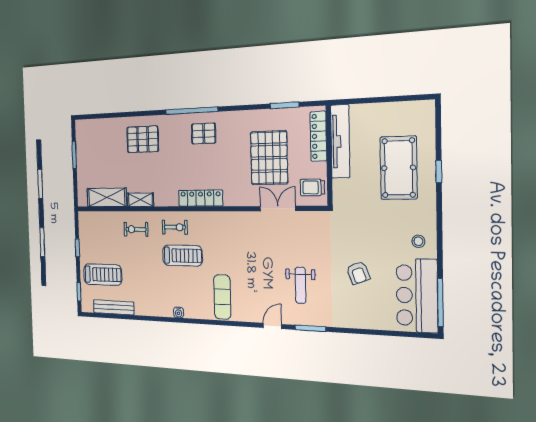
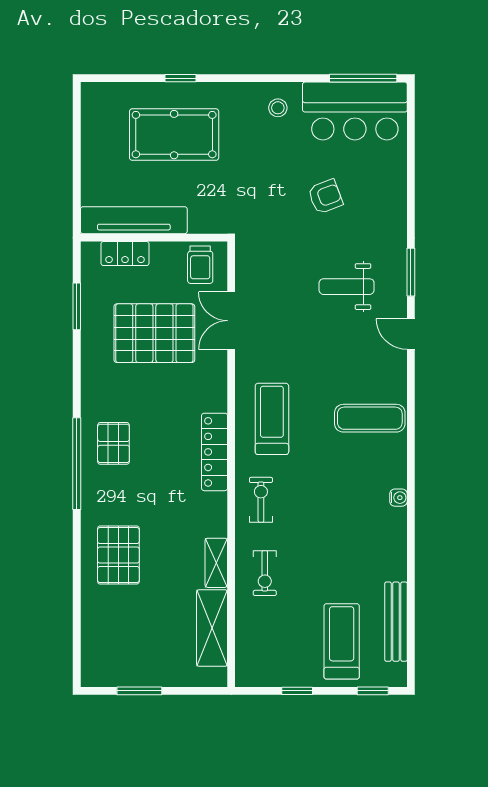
locker: (318, 136) -> (125, 254), width x0.66
treadmill: (182, 255) -> (272, 419), moved
weight bench: (301, 285) -> (347, 287), turned 180

